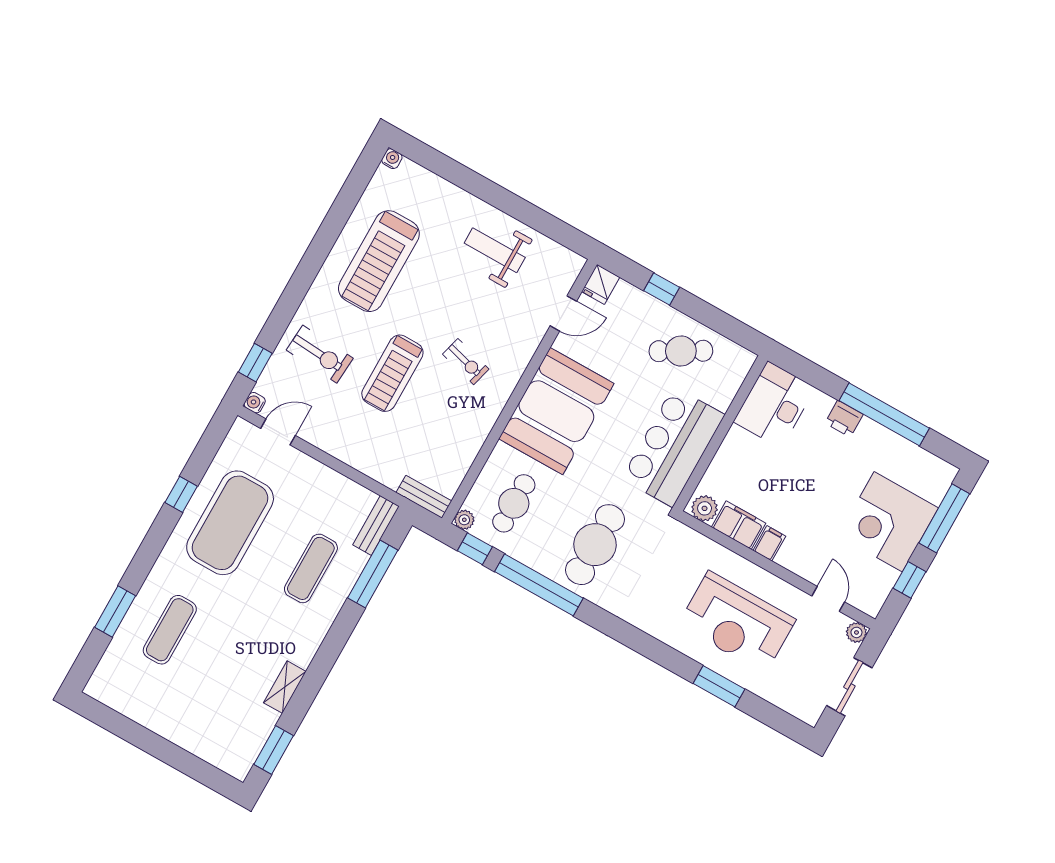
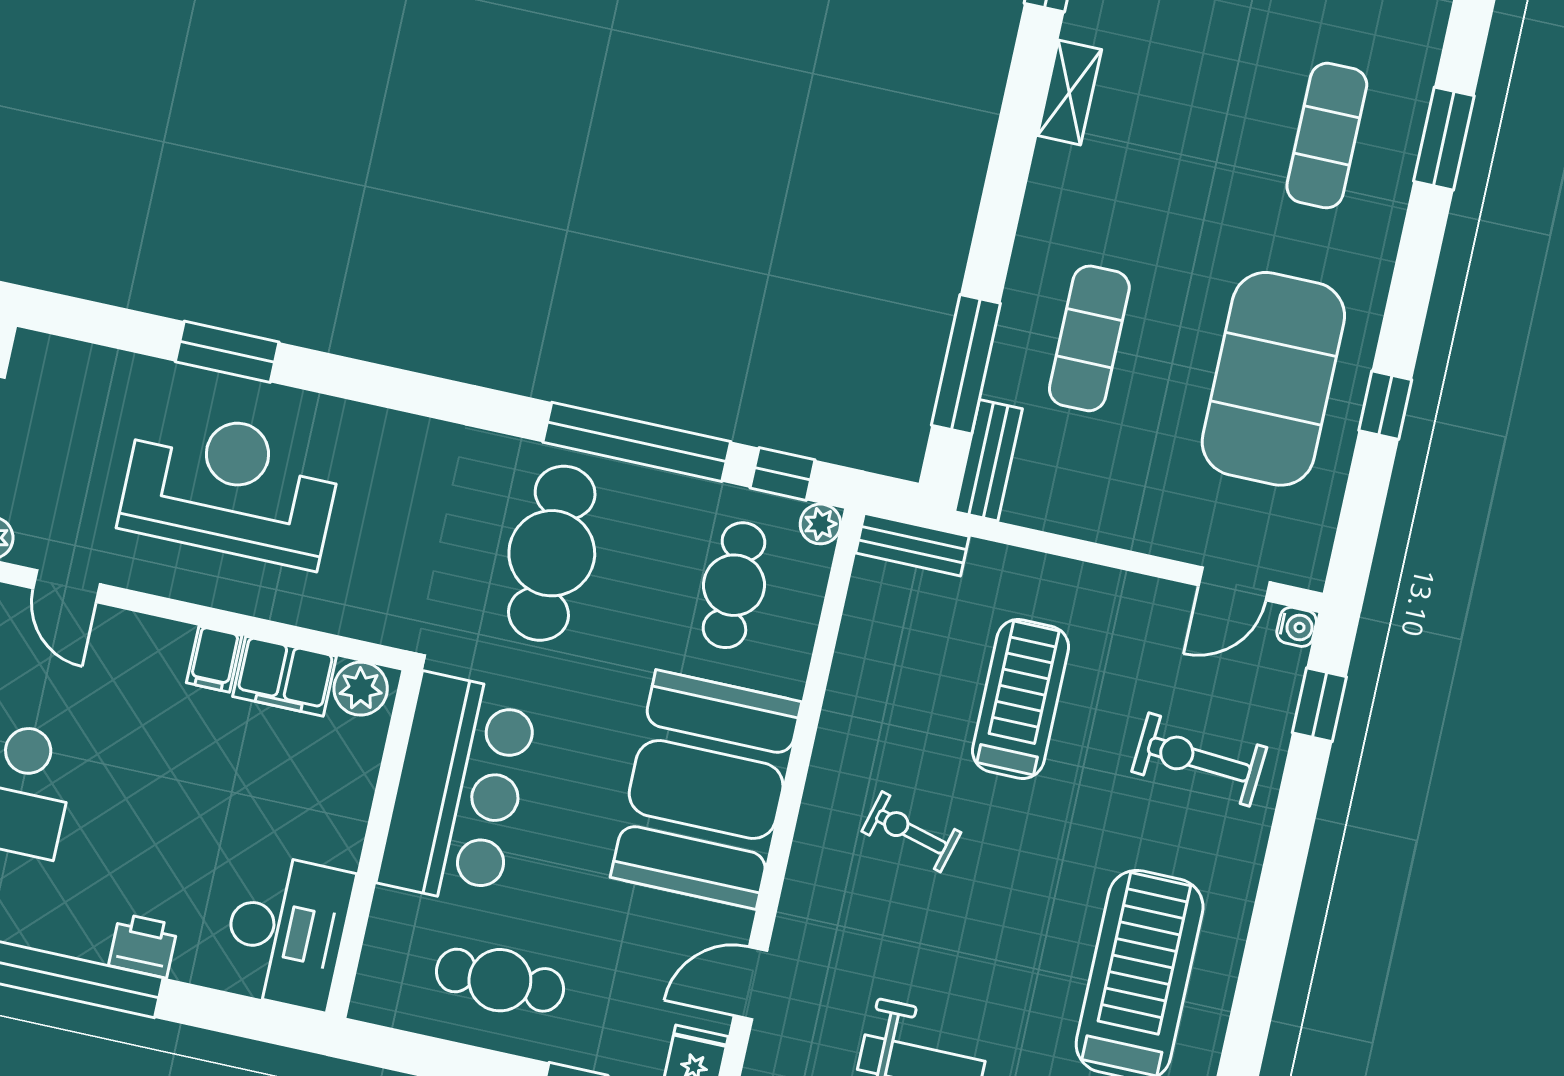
cafe table: (681, 351) -> (500, 980), turned 30
treadmill: (392, 373) -> (1021, 699), moved

